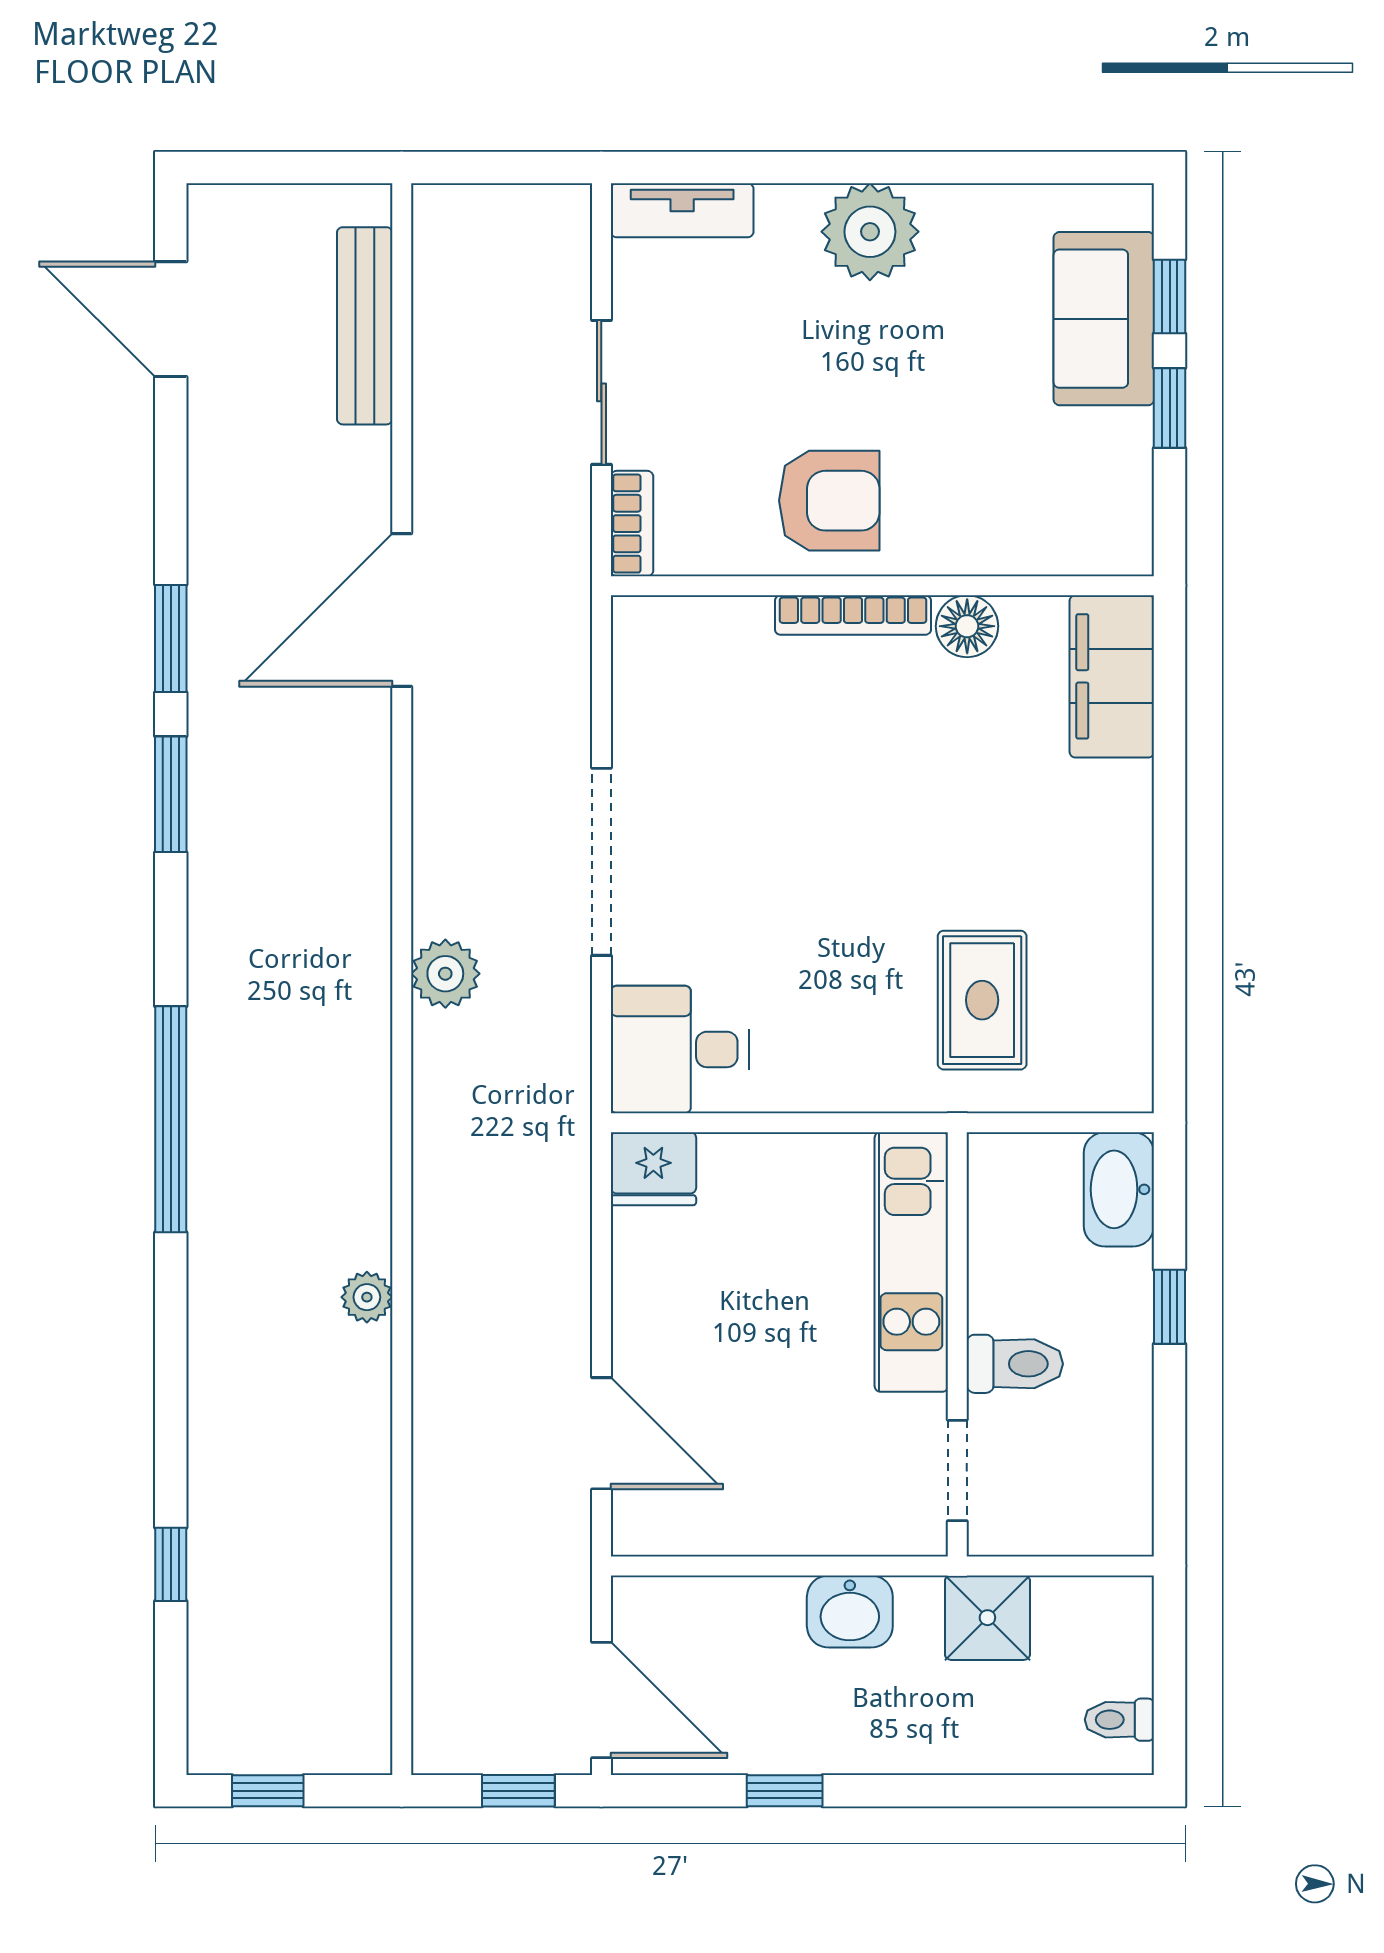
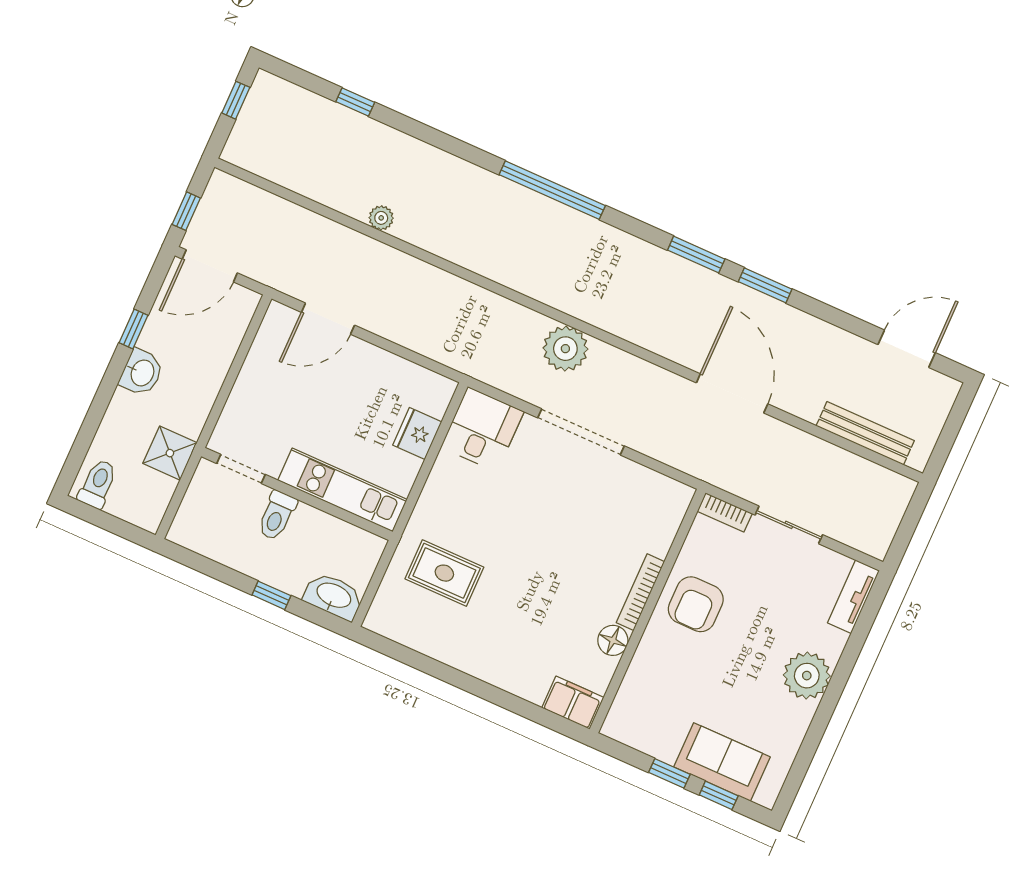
filing cabinet: (1112, 676) -> (573, 703), width x0.67, depth x0.86
plant: (445, 974) -> (565, 349), width x1.36, depth x1.36
fridge: (653, 1169) -> (417, 433), moved
plant: (367, 1297) -> (381, 218), moved
washbasin: (850, 1611) -> (142, 373), moved, turned 180
toilet: (1119, 1720) -> (98, 484), width x1.37, depth x1.39

